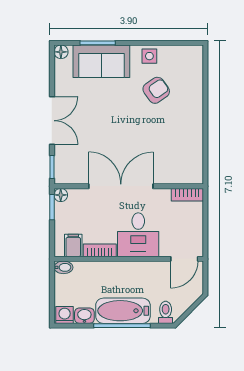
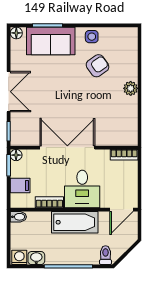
plant: (195, 117) -> (131, 88), added
filing cabinet: (73, 245) -> (20, 185), moved, turned 90
bathtub: (123, 311) -> (75, 222), moved, turned 180

